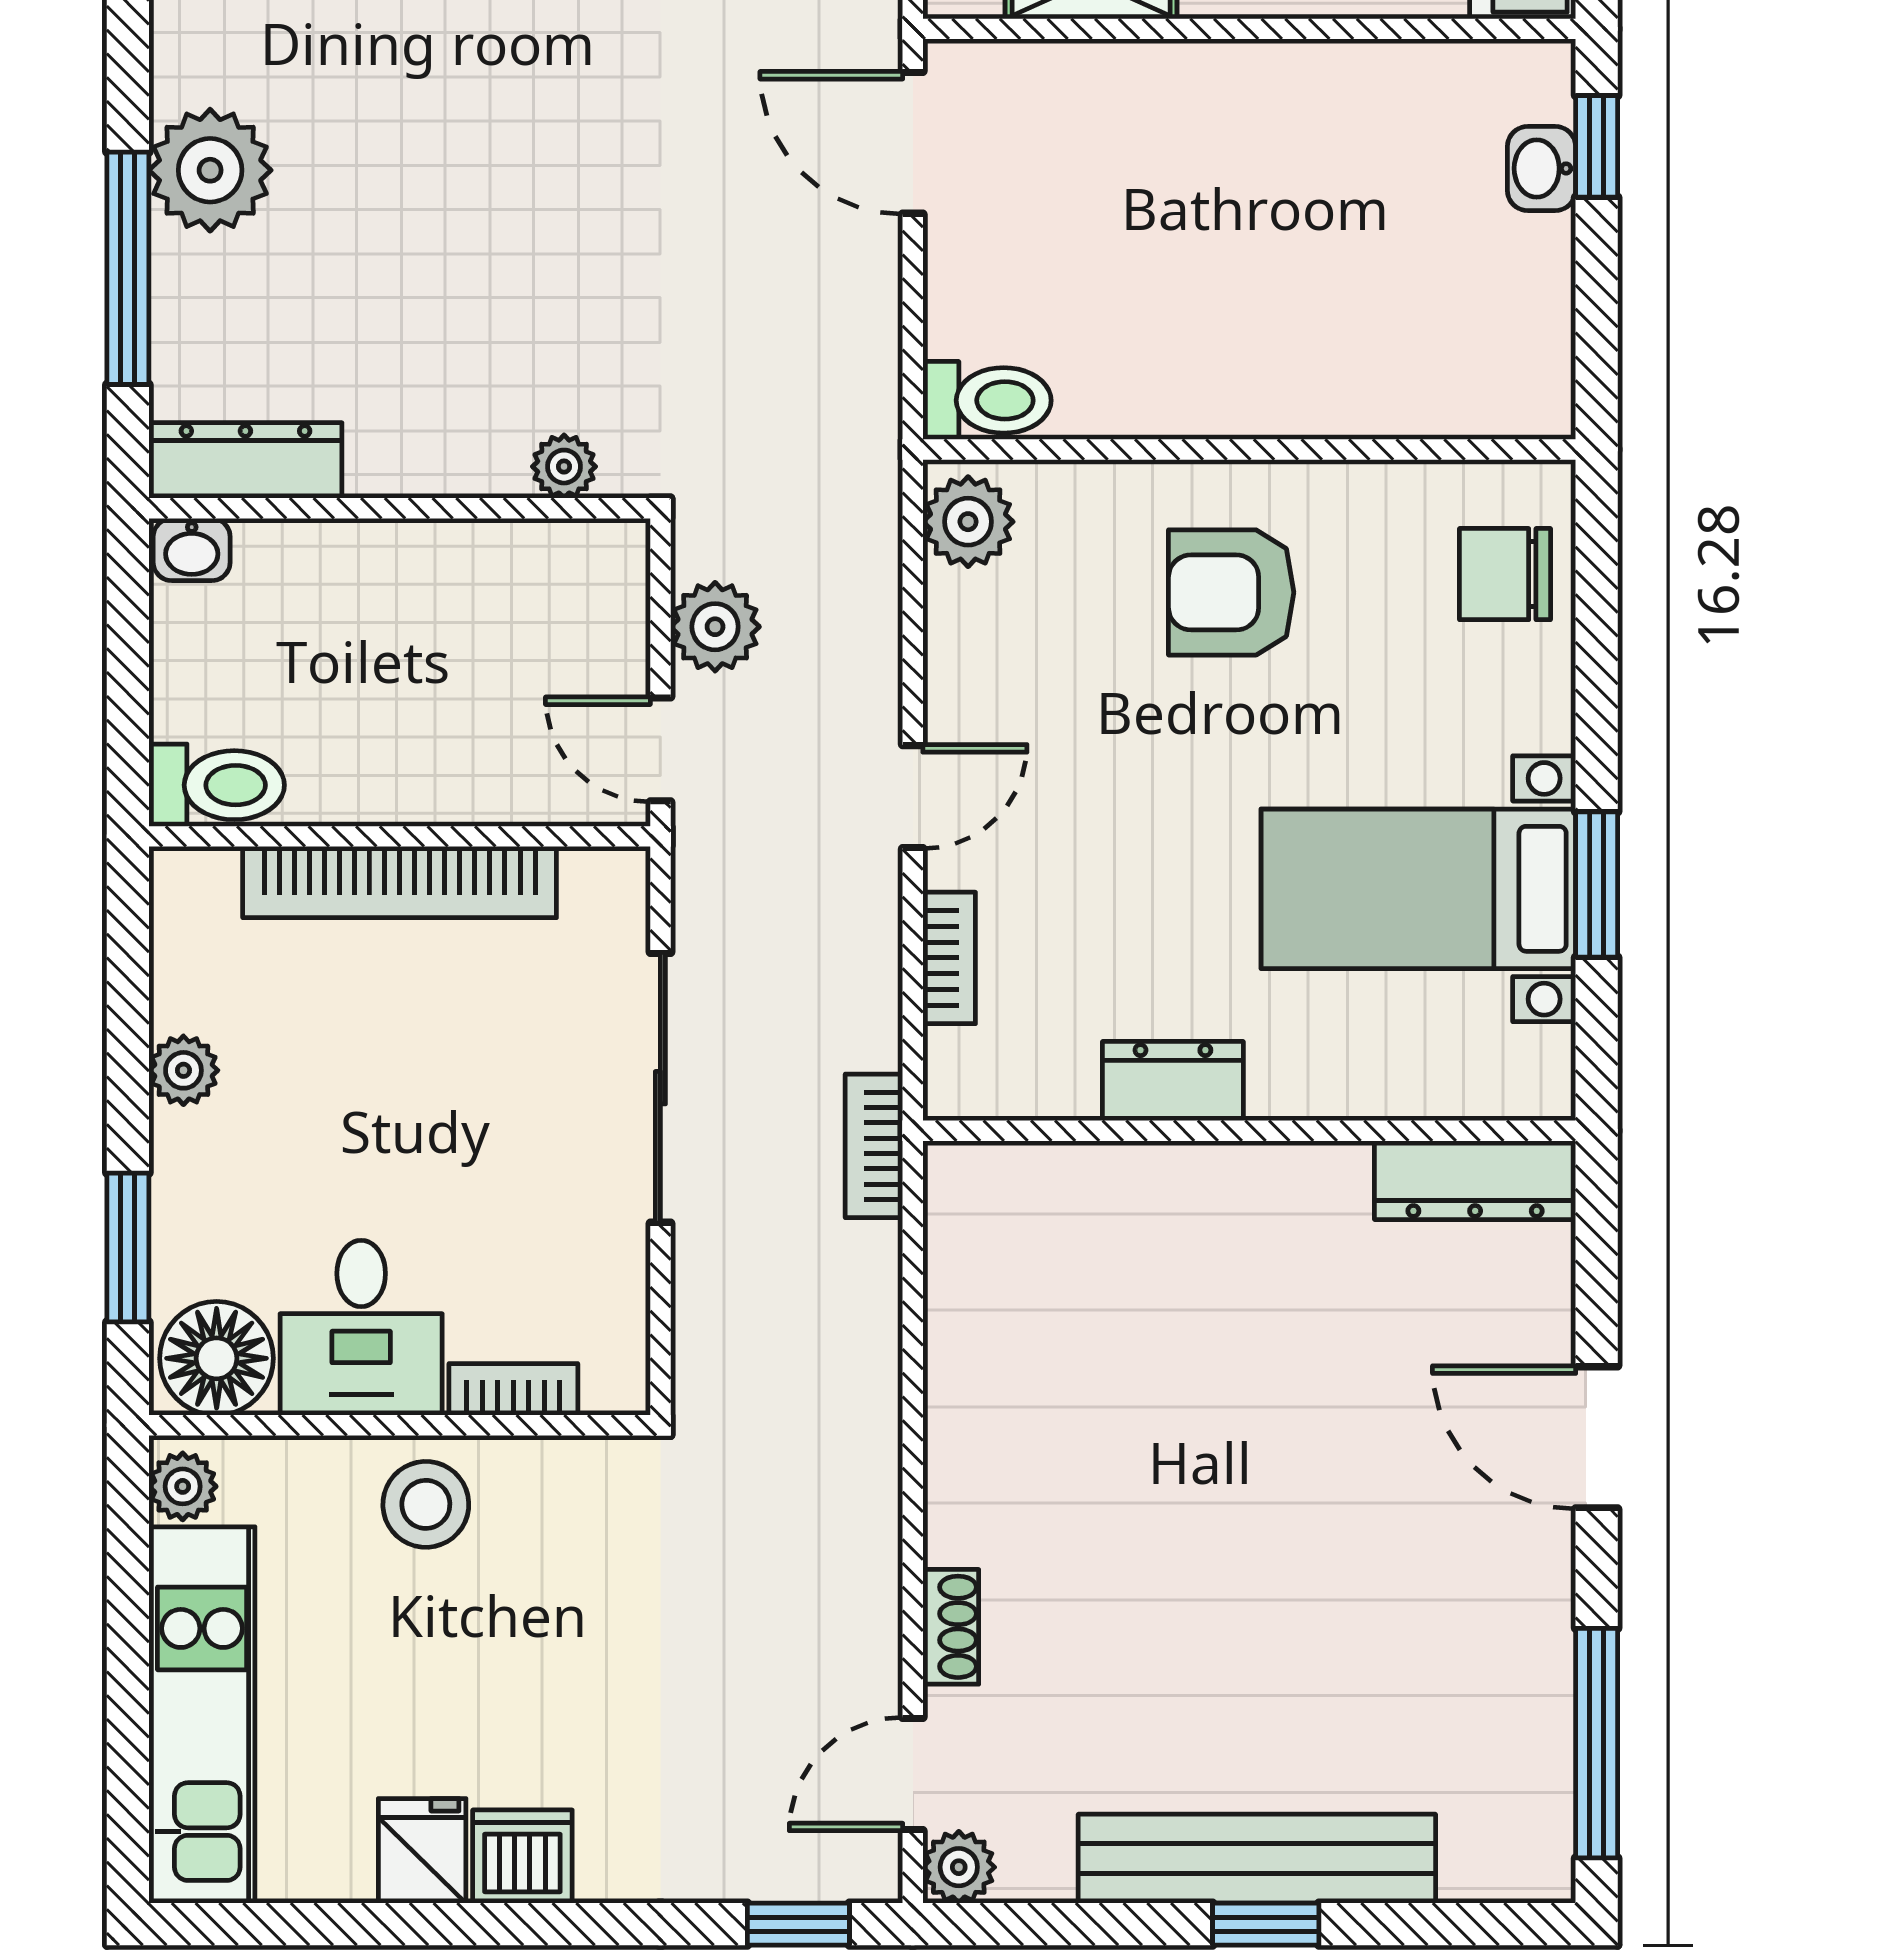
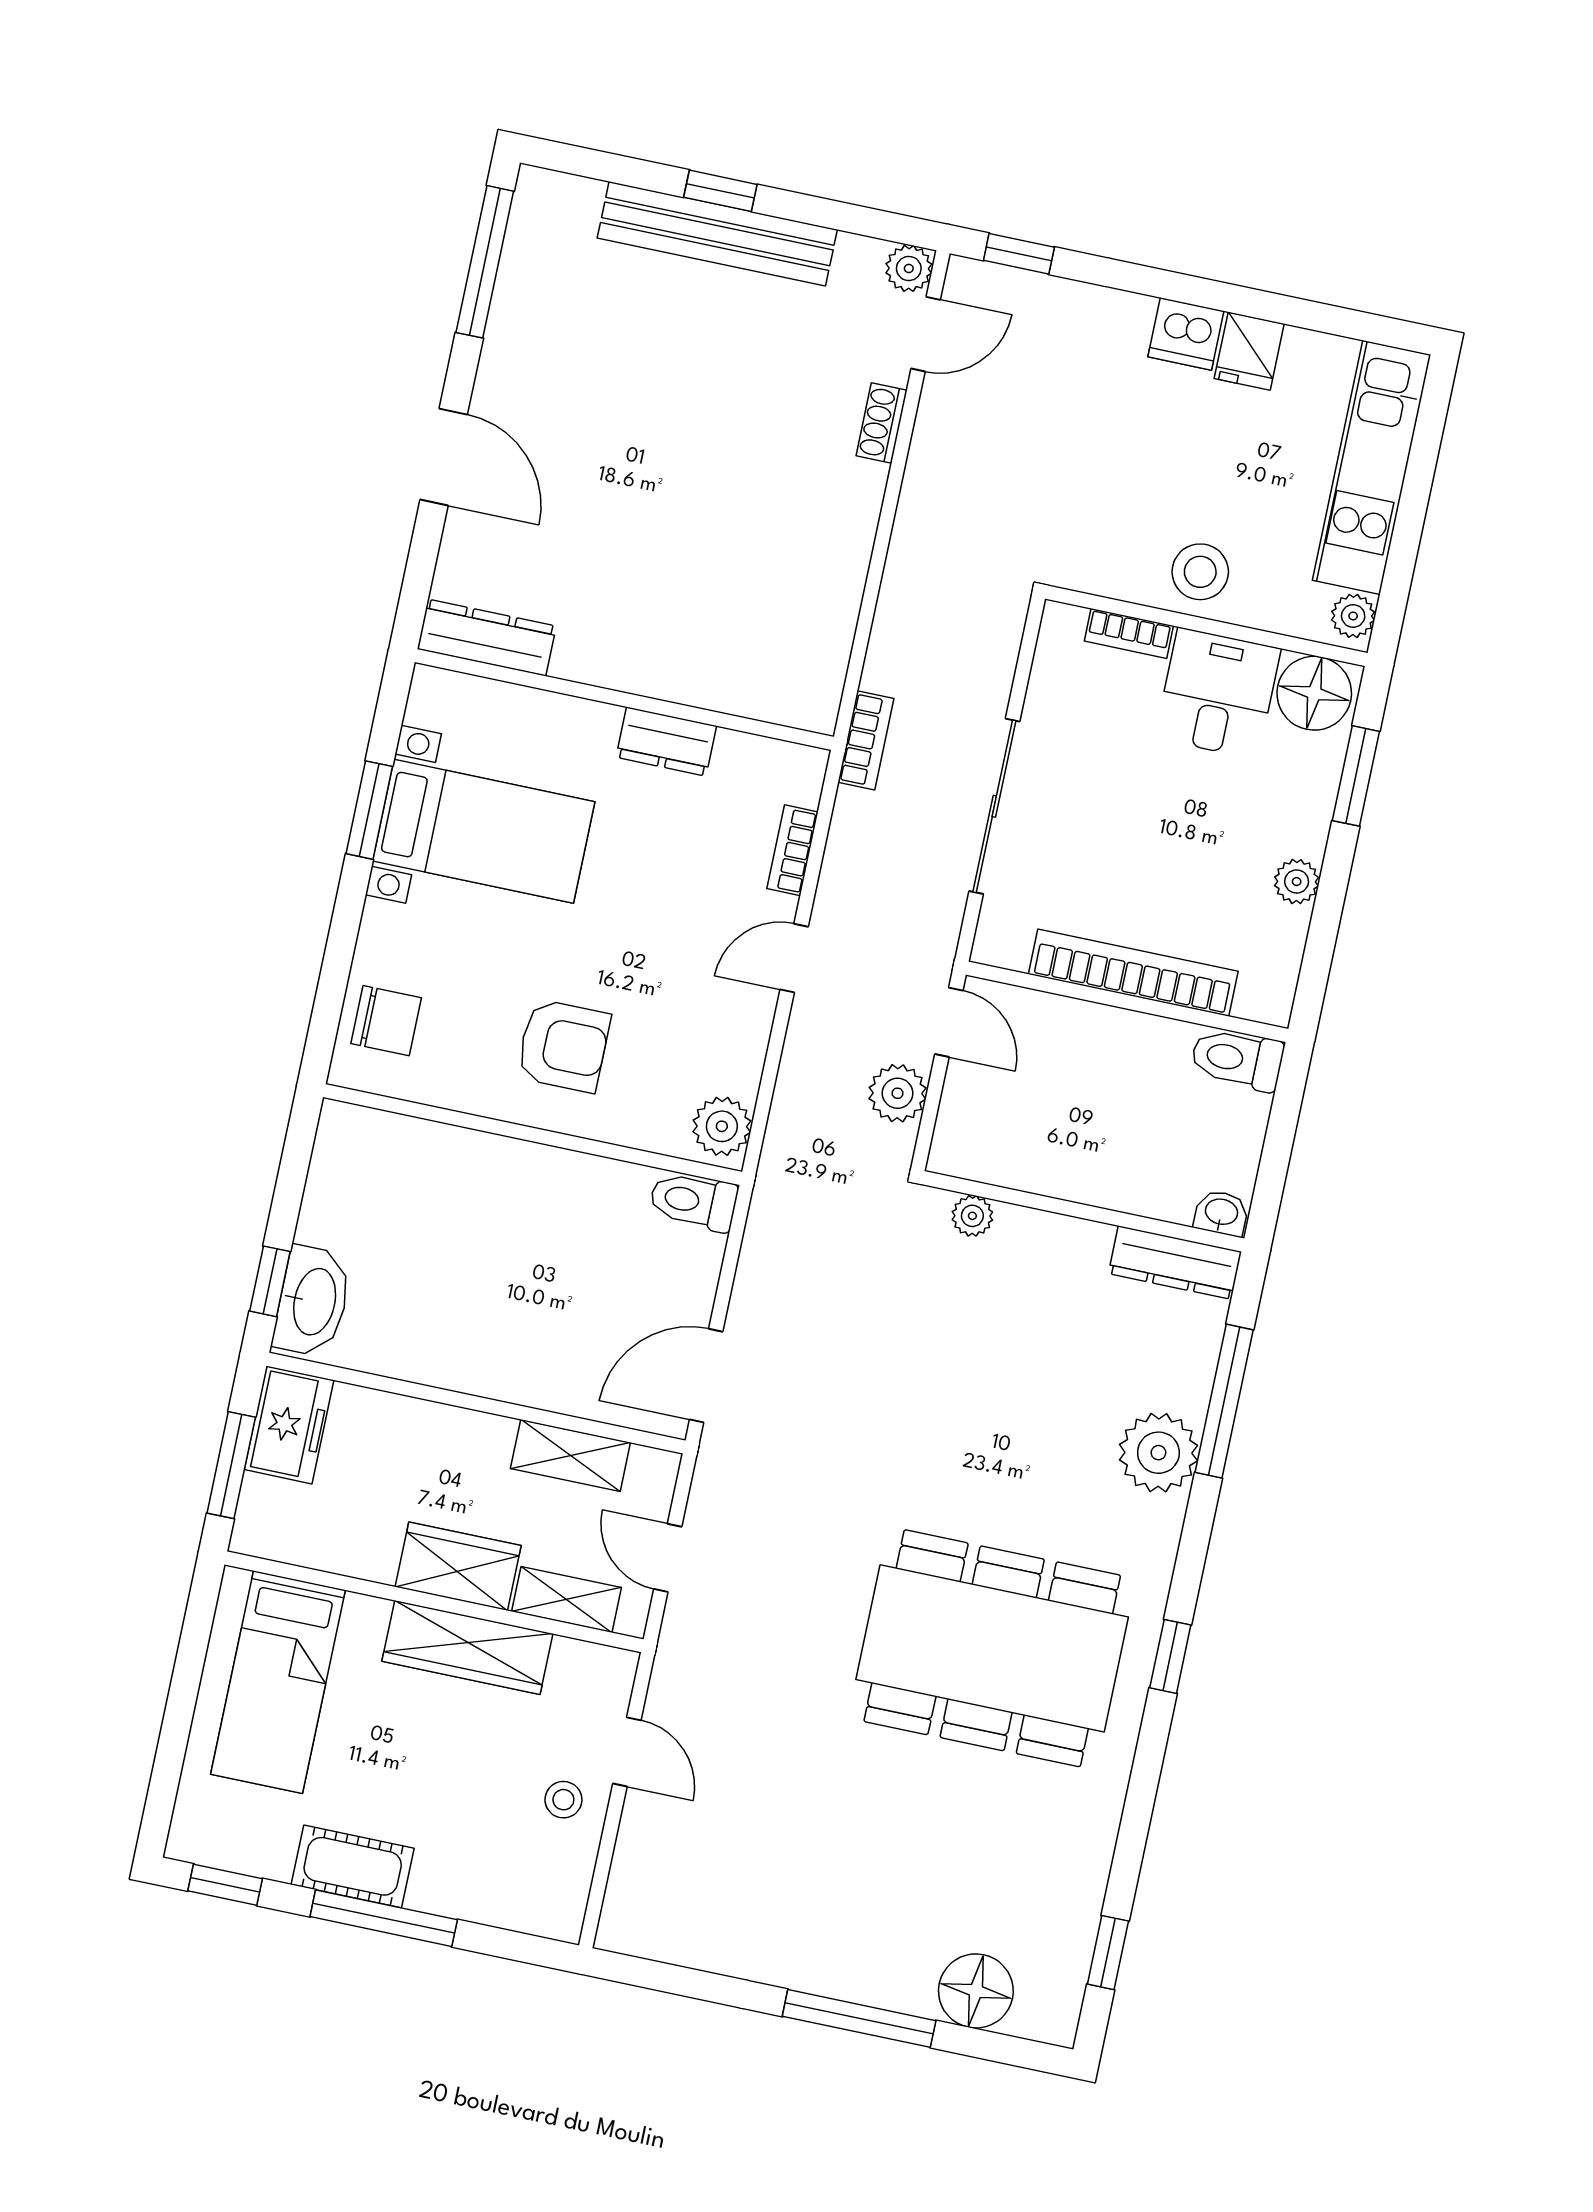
door: (913, 143) -> (706, 1376), swing flipped
washbasin: (1541, 168) -> (313, 1301), width x1.91, depth x1.45

